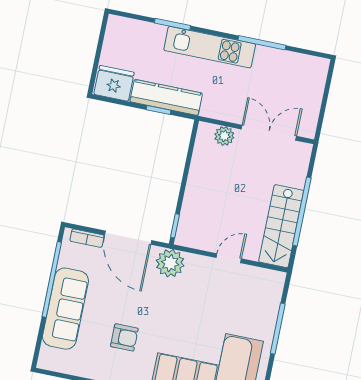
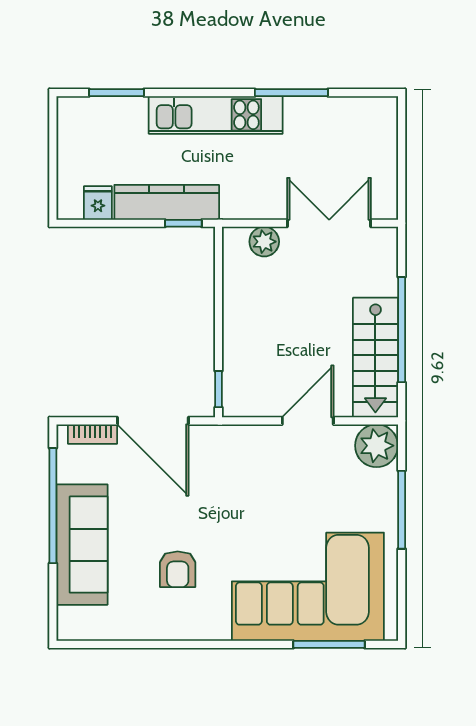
window: (172, 24) -> (116, 93), moved
fridge: (114, 83) -> (98, 203), width x0.53, depth x0.75
window: (159, 110) -> (183, 223), moved
door: (229, 258) -> (308, 421), width x1.38
plant: (170, 263) -> (377, 446), moved
armchair: (124, 337) -> (178, 569), turned 90

